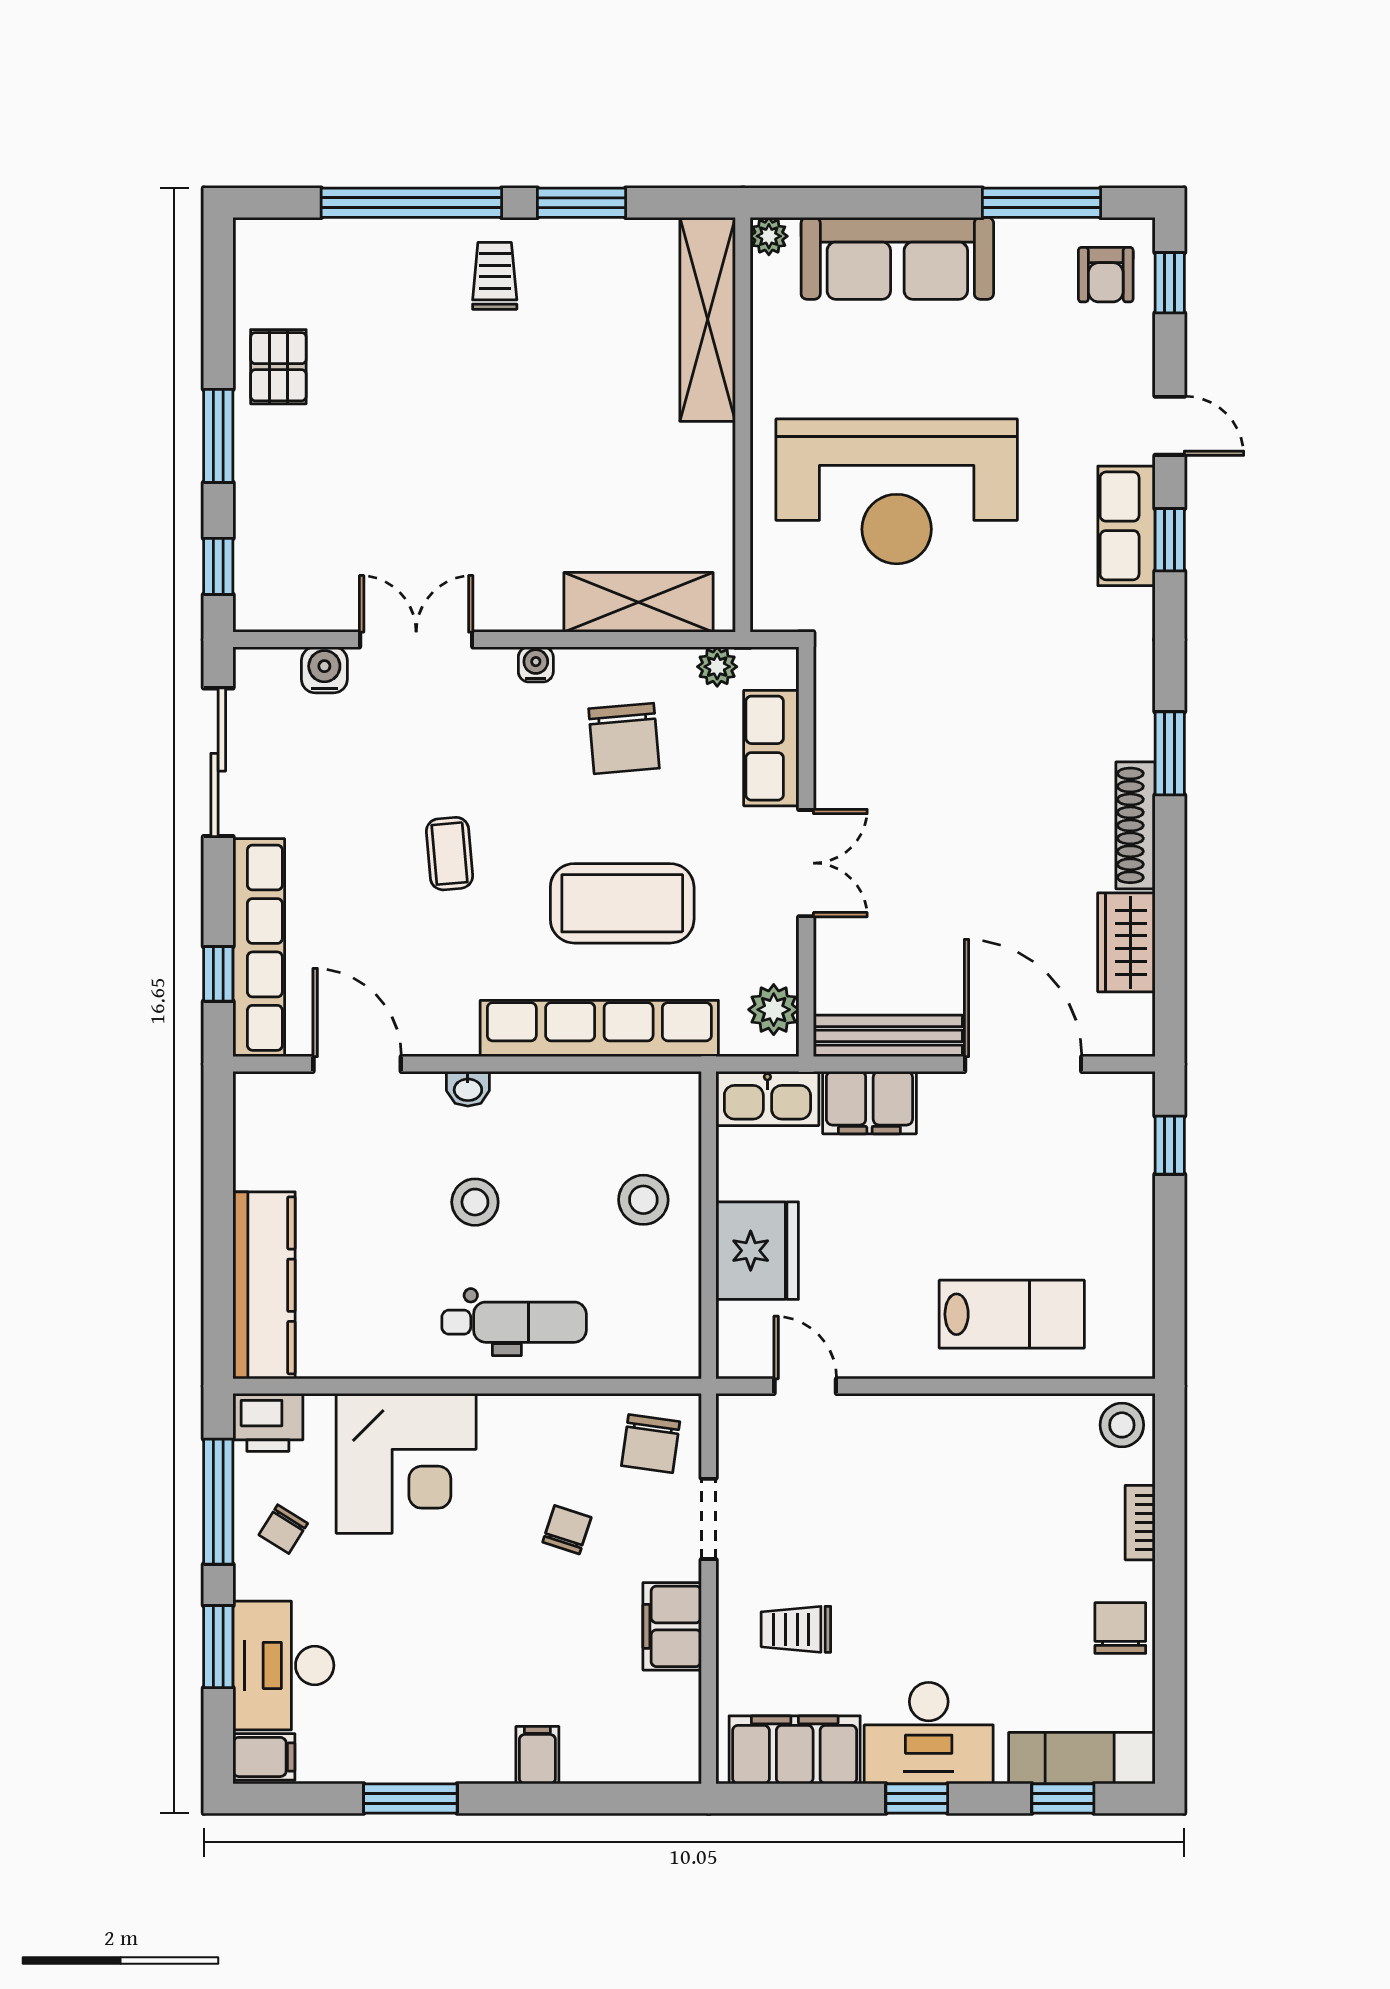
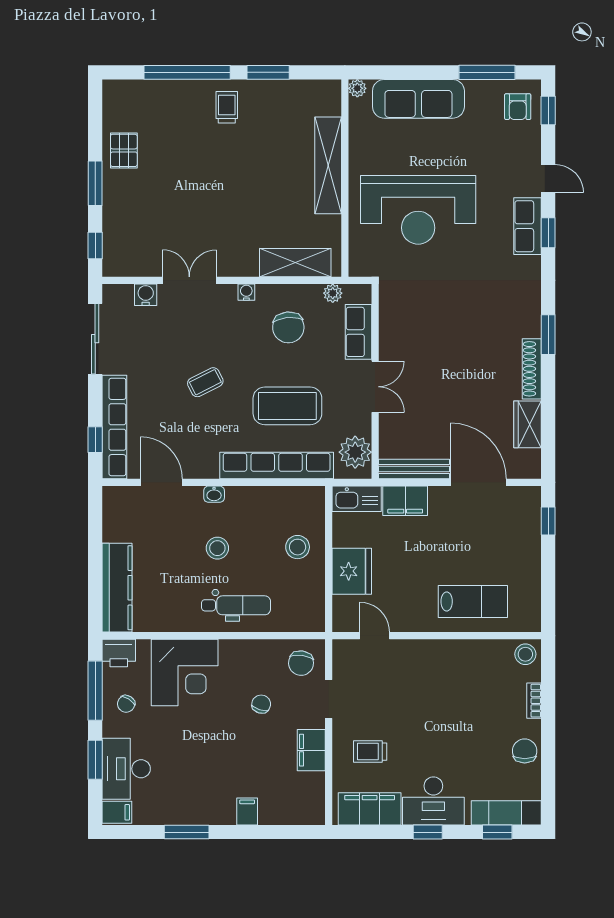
shelving: (708, 319) -> (328, 165), moved
coffee table: (450, 854) -> (205, 382), turned 68
plant: (774, 1010) -> (355, 452), width x1.36, depth x1.36

